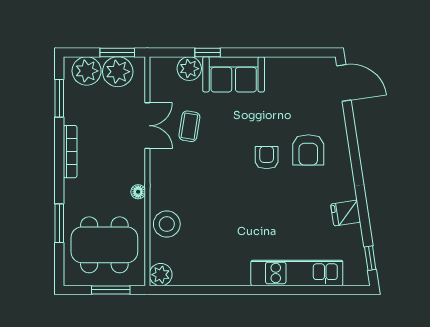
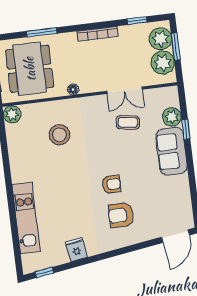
window: (117, 52) -> (176, 46), moved
window: (59, 98) -> (137, 21), width x0.67
stool: (167, 224) -> (59, 135), moved

